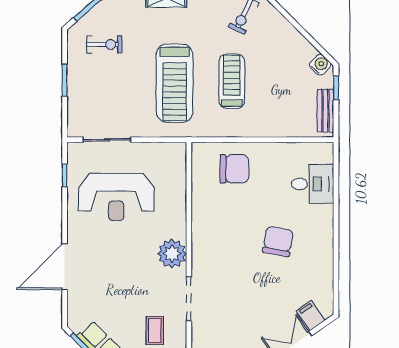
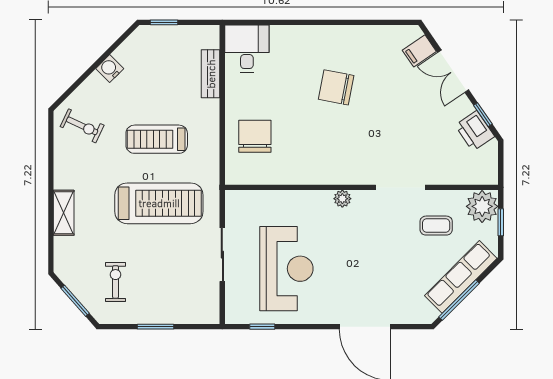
water cooler: (320, 65) -> (110, 69), moved
bench: (325, 111) -> (211, 74), moved, turned 90
sliding door: (107, 140) -> (222, 255), moved
desk: (312, 184) -> (247, 49), moved
plant: (172, 254) -> (342, 199), width x0.53, depth x0.53

